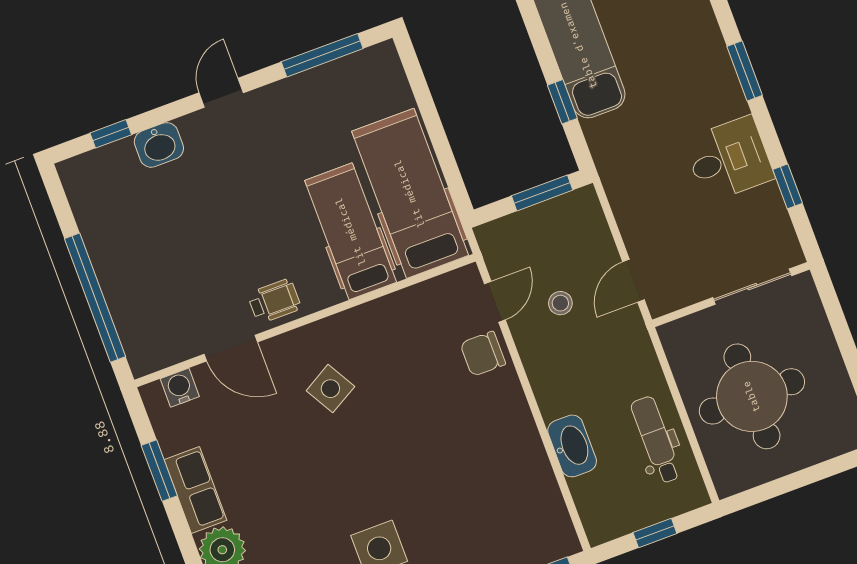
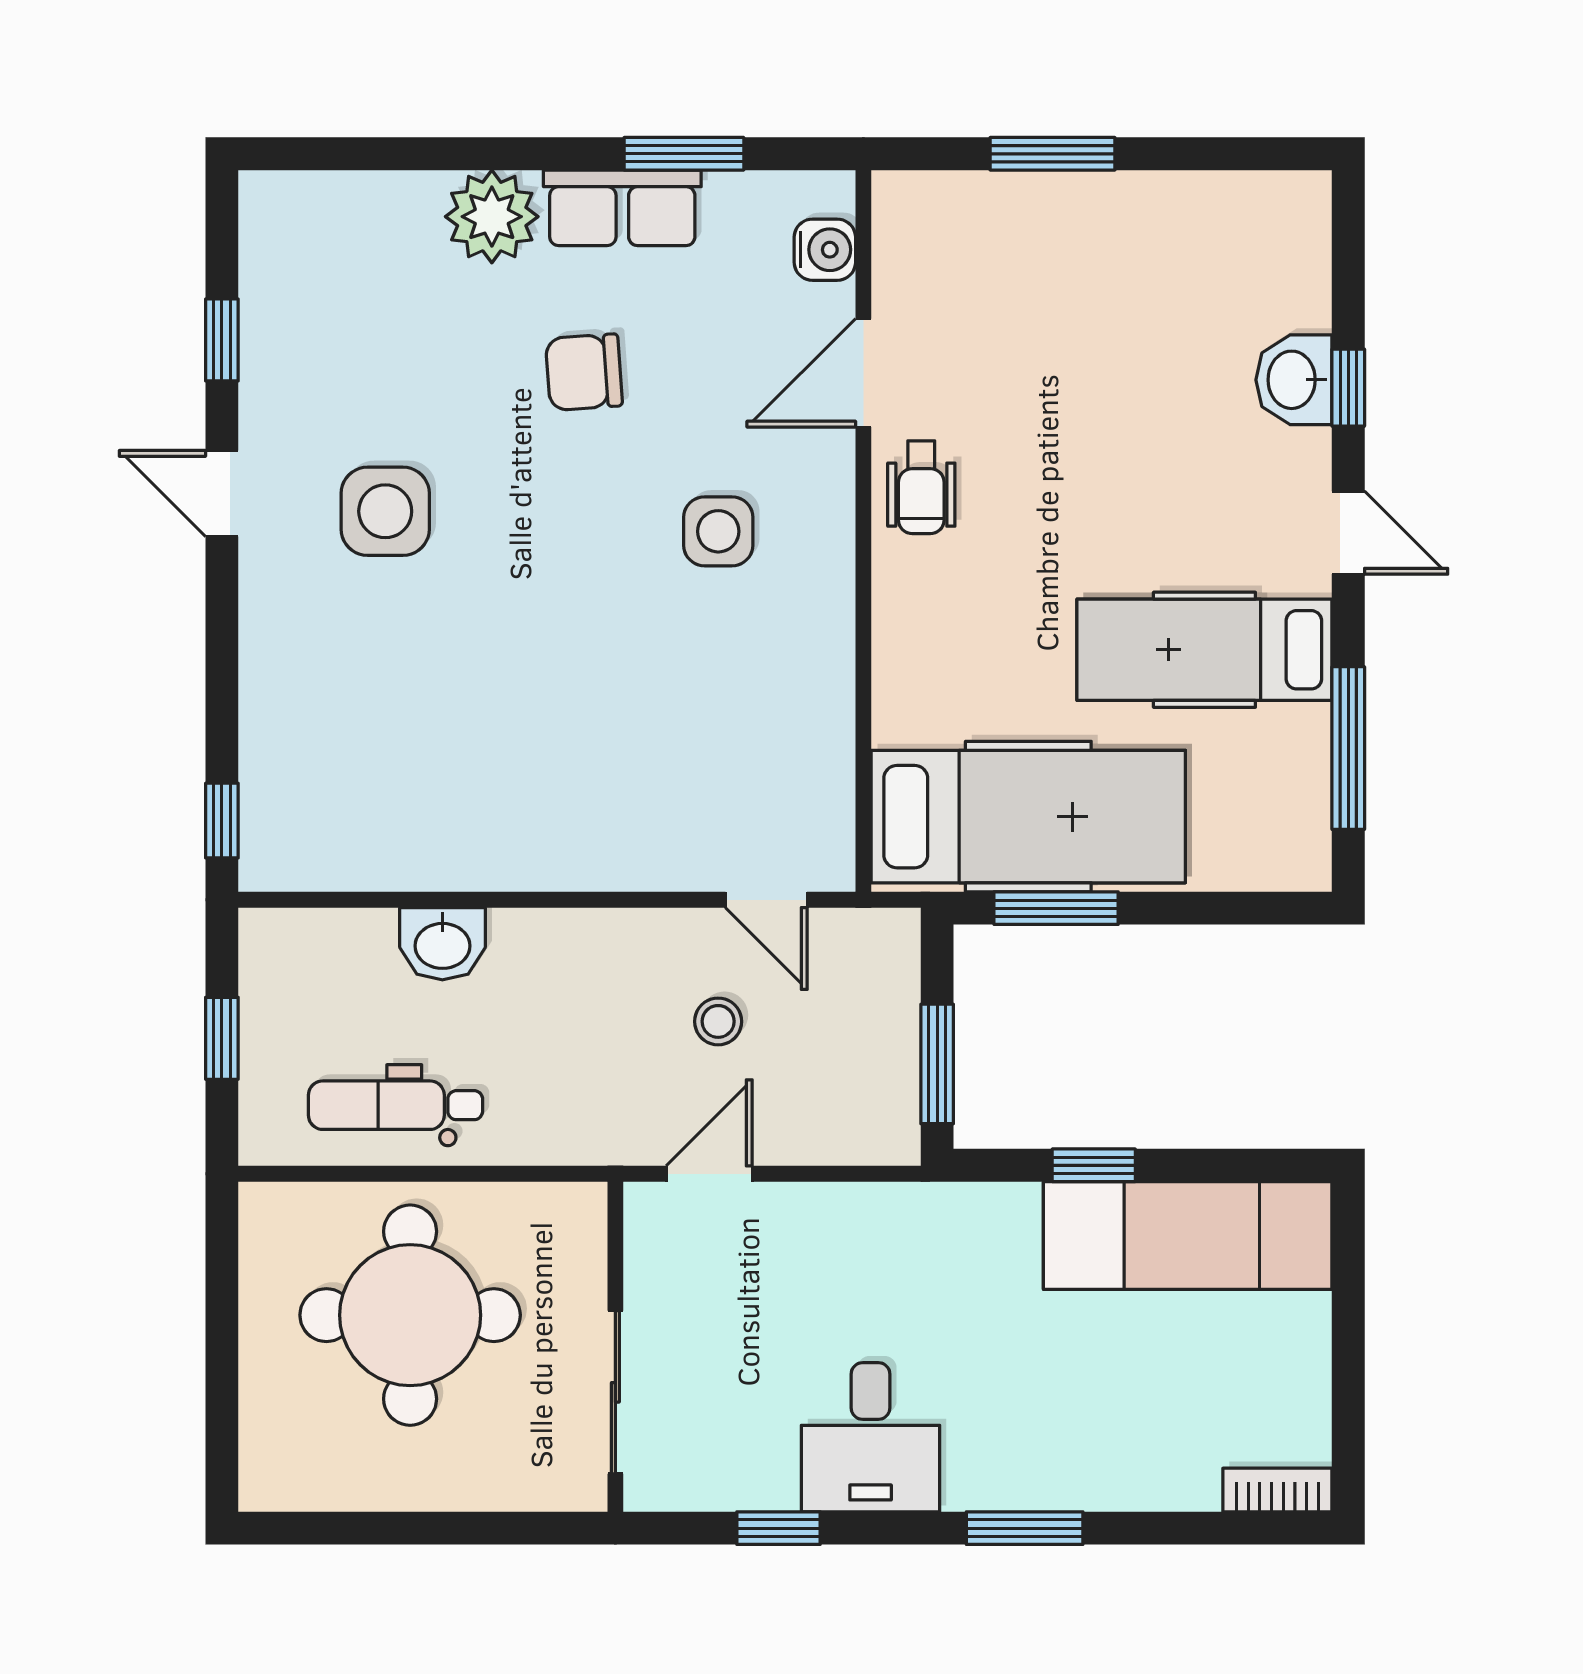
window: (111, 134) -> (1348, 388), moved
window: (448, 164) -> (1056, 908), added
hospital bed: (351, 231) -> (1204, 650), moved, turned 180
door: (633, 281) -> (709, 1174), hinge flipped
window: (95, 298) -> (1052, 154), width x0.47
chair: (483, 354) -> (584, 372), moved, turned -94
side table: (330, 389) -> (718, 531), turned 30
dental chair: (656, 440) -> (396, 1105), turned 180
washbasin: (572, 446) -> (442, 944), width x0.72

